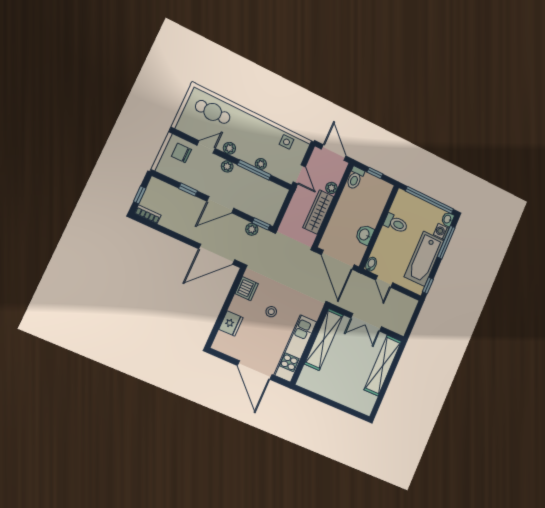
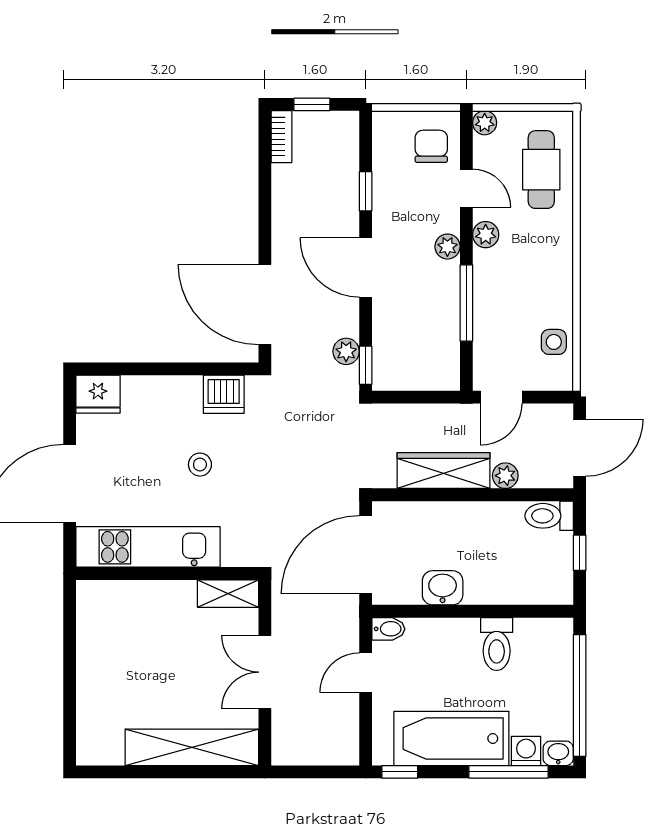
plant: (261, 164) -> (485, 123), moved
fridge: (231, 323) -> (98, 394), moved
shelving: (324, 339) -> (228, 594), width x0.45, depth x0.75

